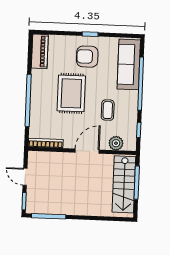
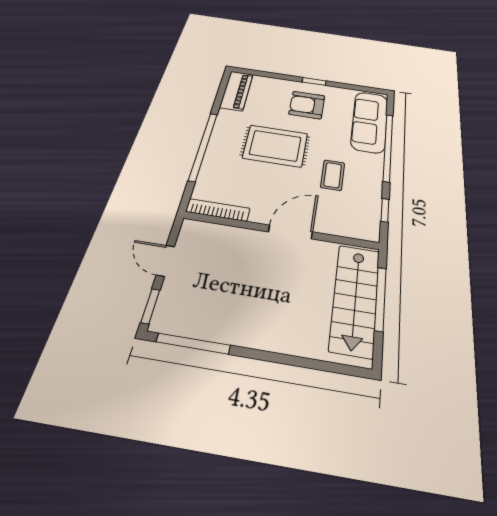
rug: (71, 93) -> (275, 146), turned 90
plant: (116, 143) -> (344, 226), removed

